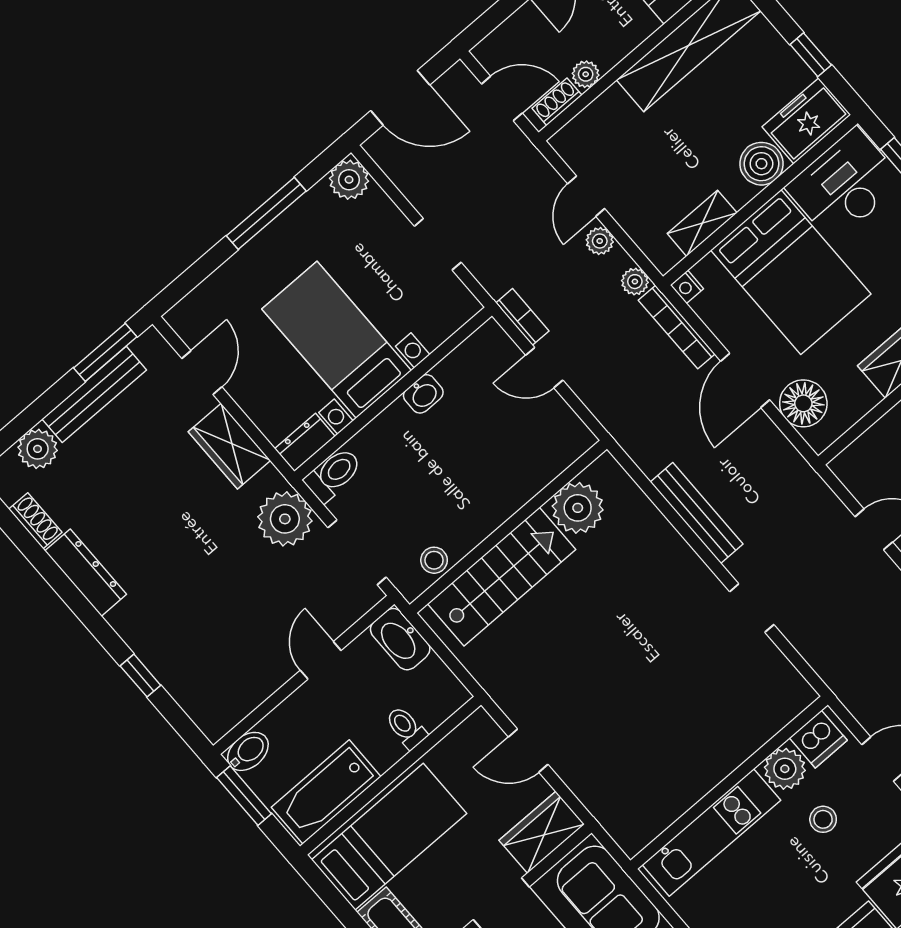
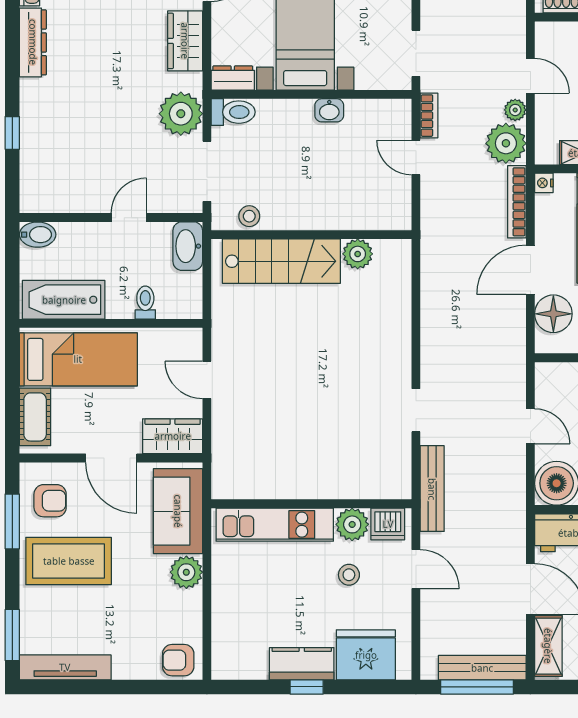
door: (586, 196) -> (530, 76), swing flipped
doorway: (438, 244) -> (416, 53), moved
plant: (635, 282) -> (506, 143), width x1.87, depth x1.87
plant: (578, 508) -> (358, 254), width x0.73, depth x0.73
bench: (697, 513) -> (432, 489), moved
window: (244, 796) -> (12, 259), removed

